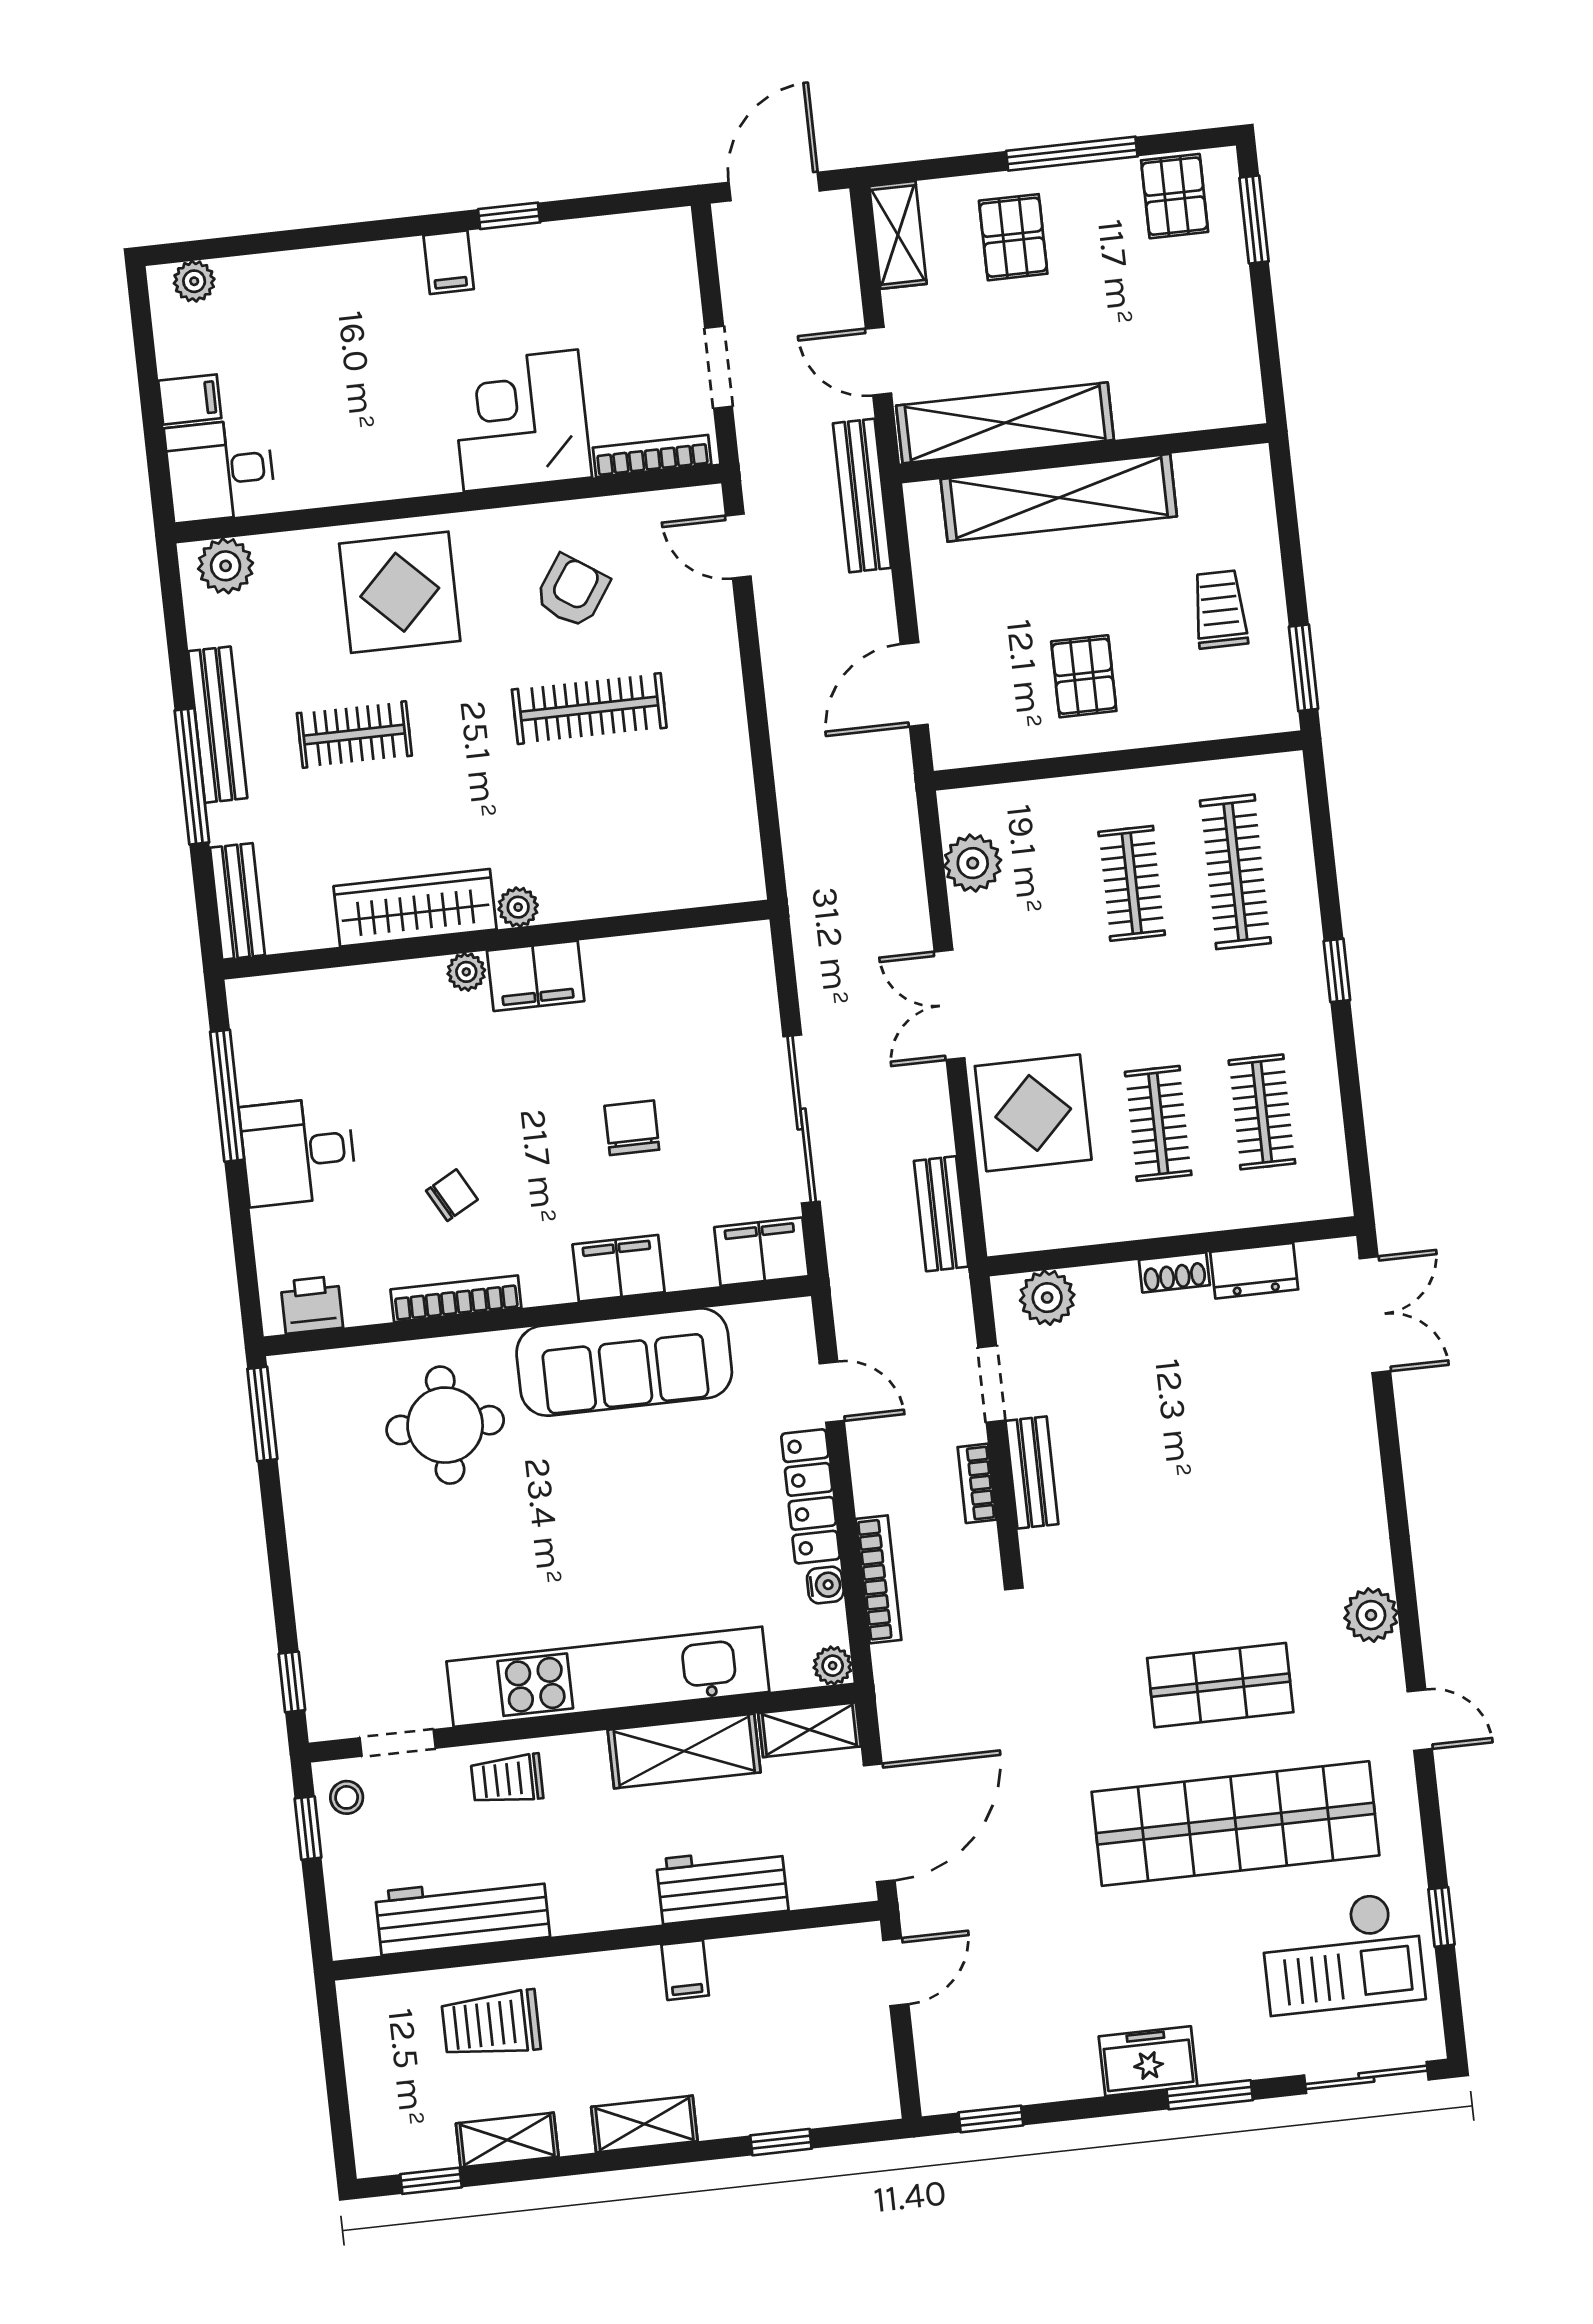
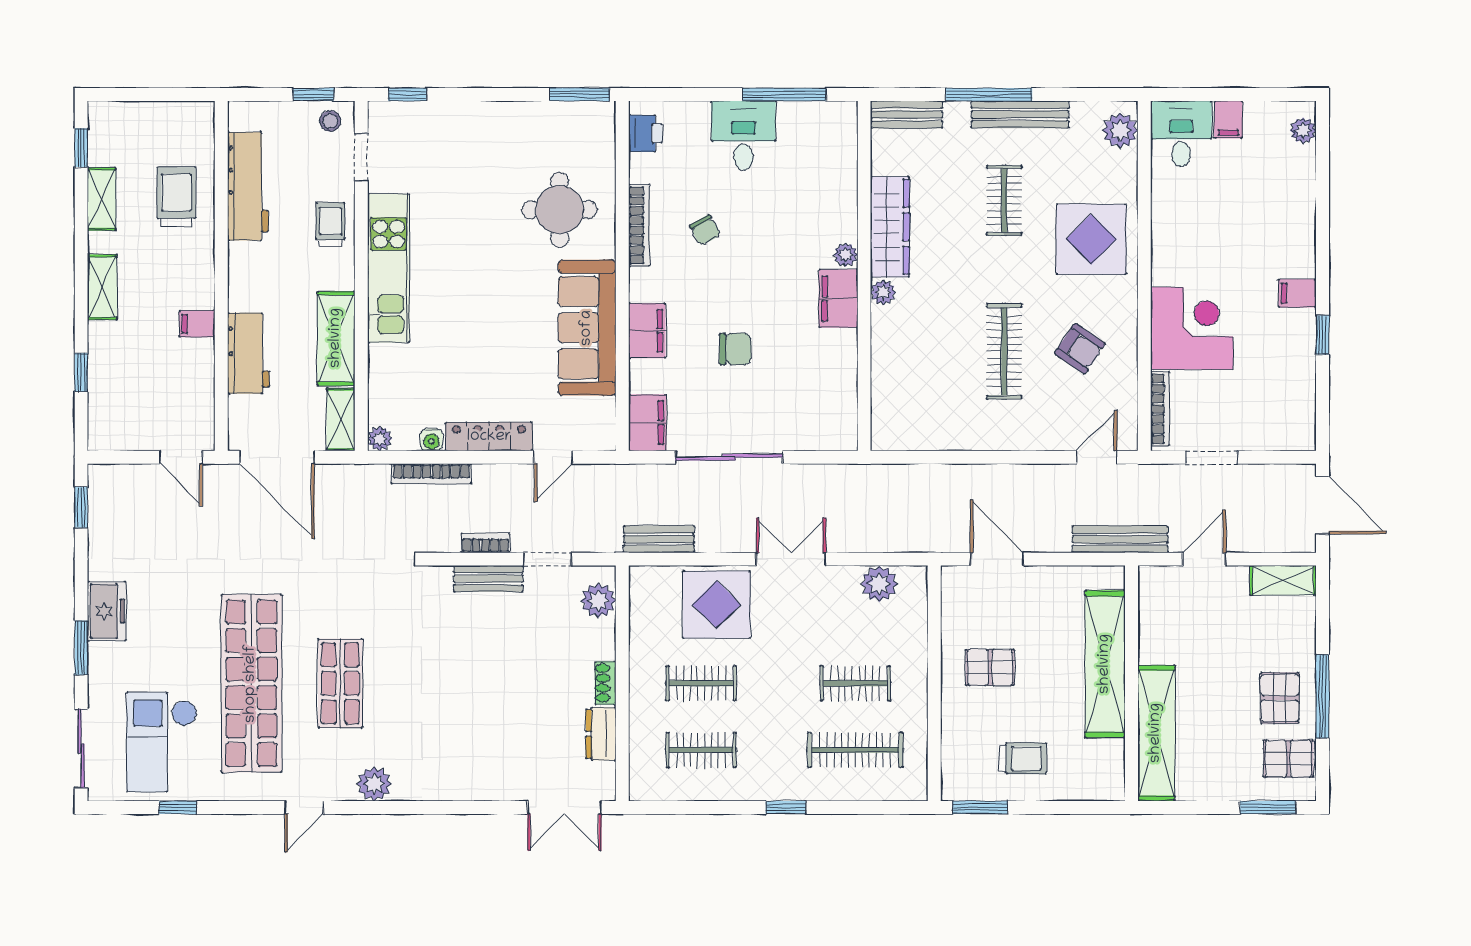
pallet: (1013, 237) -> (1280, 698), moved, turned 90
shelving: (1005, 423) -> (1156, 733), moved
kitchen unit: (608, 1677) -> (389, 268), width x0.73

